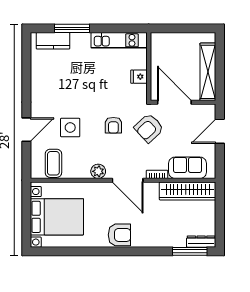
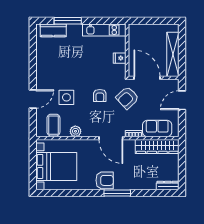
plant: (98, 171) -> (75, 131), moved
window: (190, 251) -> (117, 193), moved

